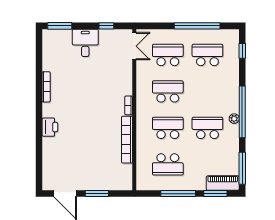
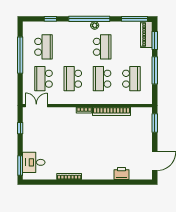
desk: (85, 43) -> (34, 162), moved
window: (242, 51) -> (50, 19), moved
school desk: (207, 55) -> (43, 47), turned 180
printer: (50, 127) -> (122, 173), moved
school desk: (207, 128) -> (102, 47), turned 180
window: (97, 194) -> (155, 123), moved

